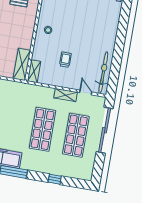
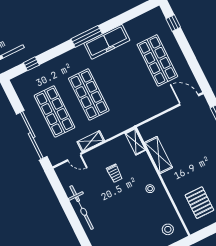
shelving: (22, 64) -> (159, 155), moved
bicycle: (103, 73) -> (82, 207), moved
window: (55, 179) -> (31, 64), moved

